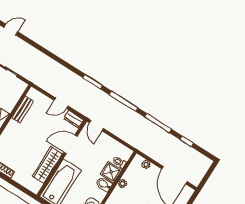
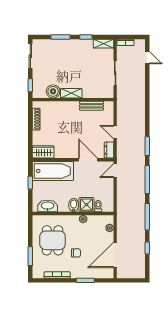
wardrobe: (47, 165) -> (43, 152), moved, width x0.67

